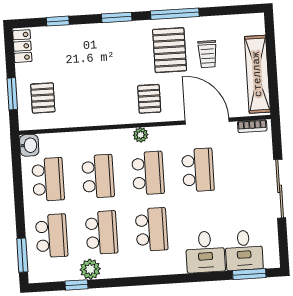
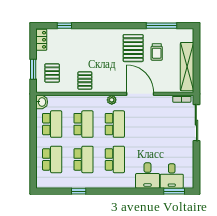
window: (175, 14) -> (162, 26), moved
window: (117, 17) -> (101, 26), removed
pallet: (149, 99) -> (85, 81), moved
door: (207, 121) -> (140, 94), moved
school desk: (198, 170) -> (146, 124), removed
sliding door: (280, 189) -> (196, 123), moved
window: (22, 255) -> (33, 170), removed
plant: (90, 269) -> (75, 182), removed
window: (76, 285) -> (79, 191), moved

